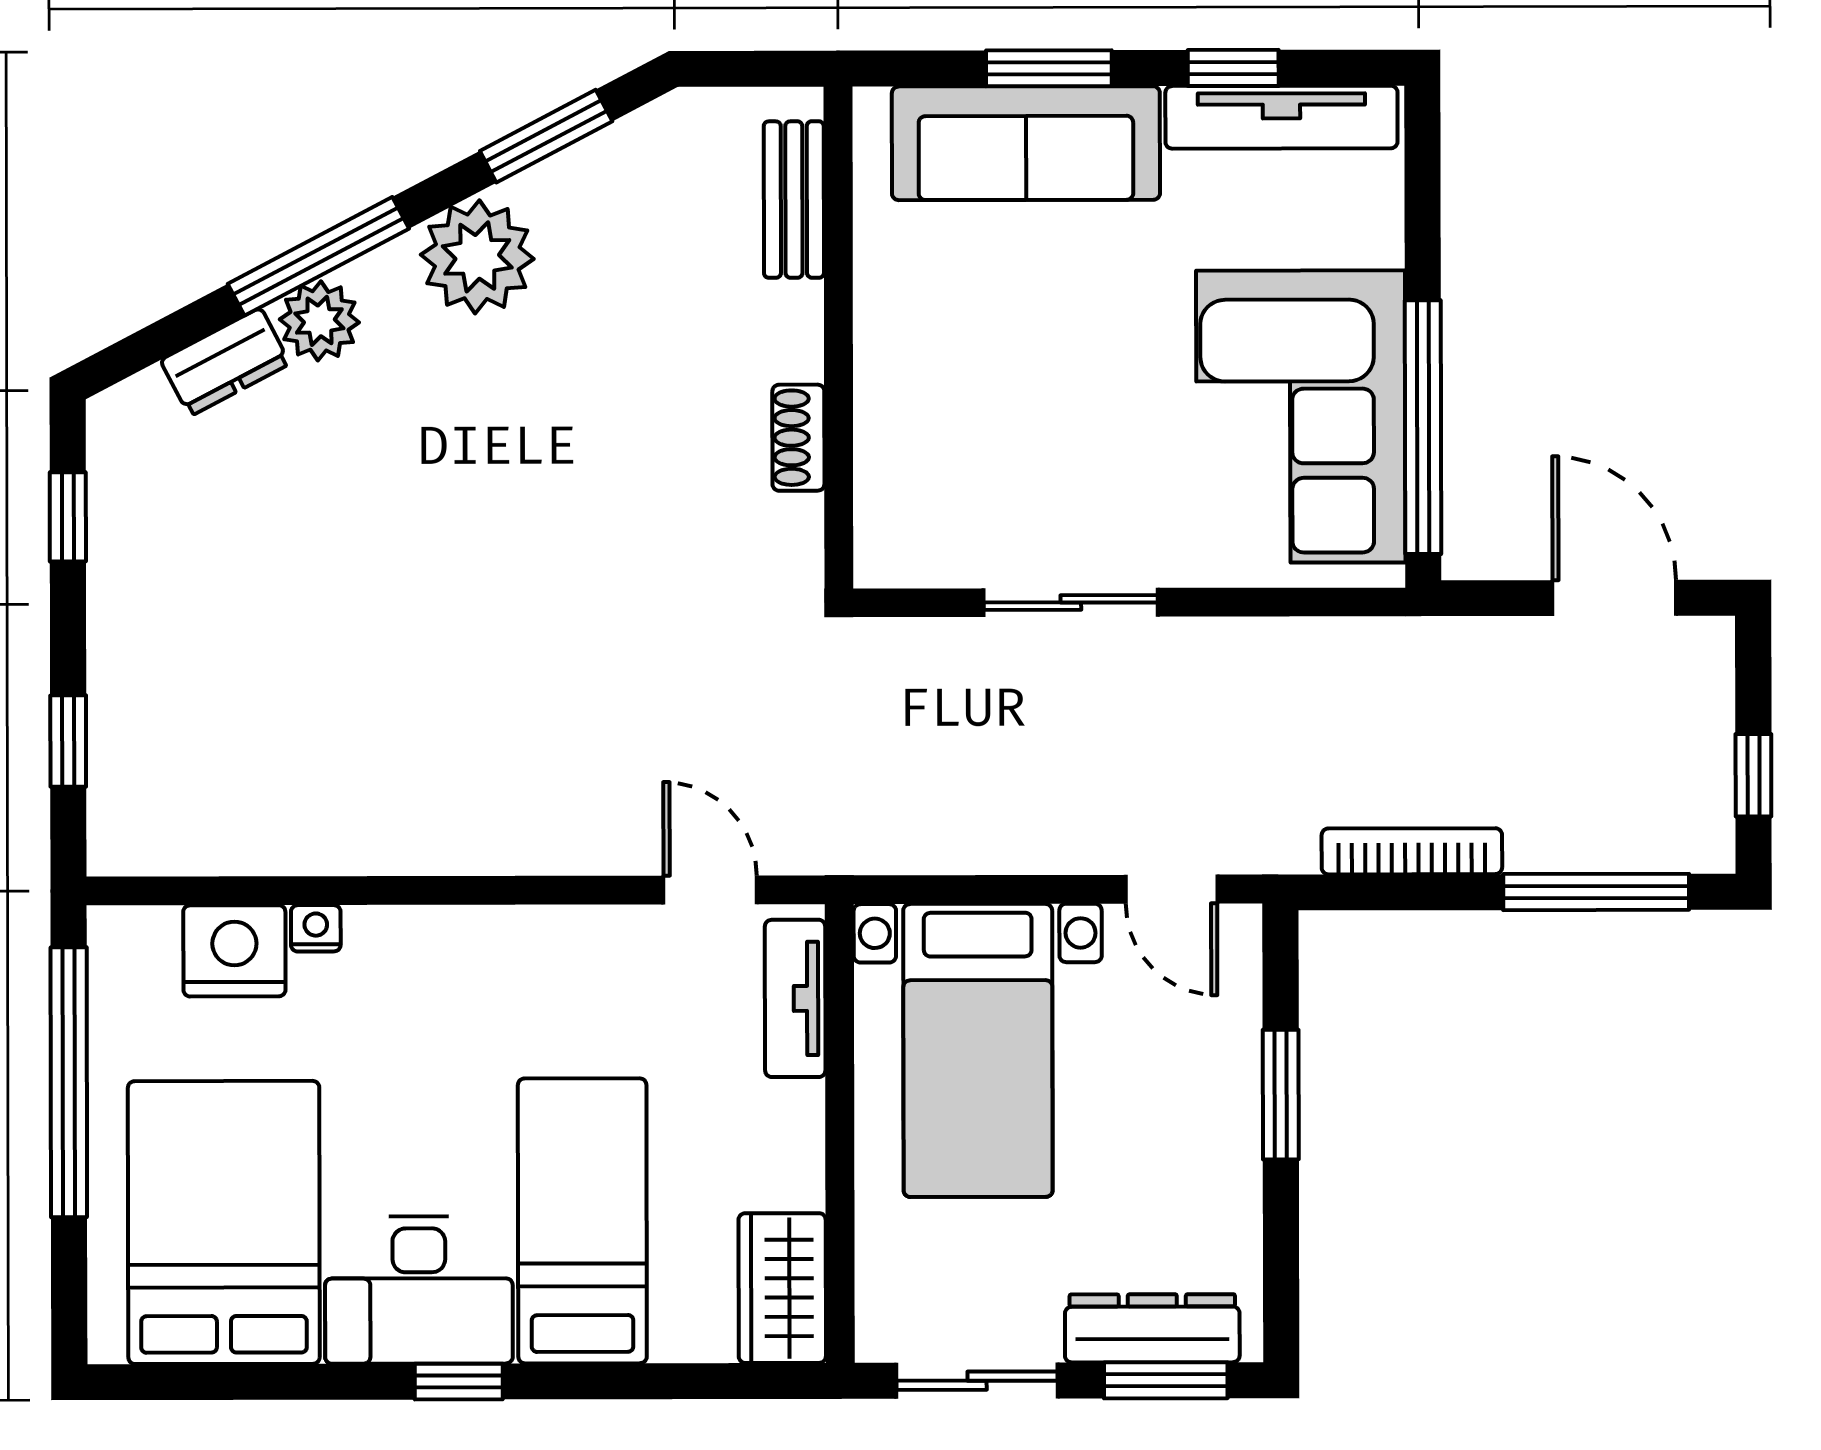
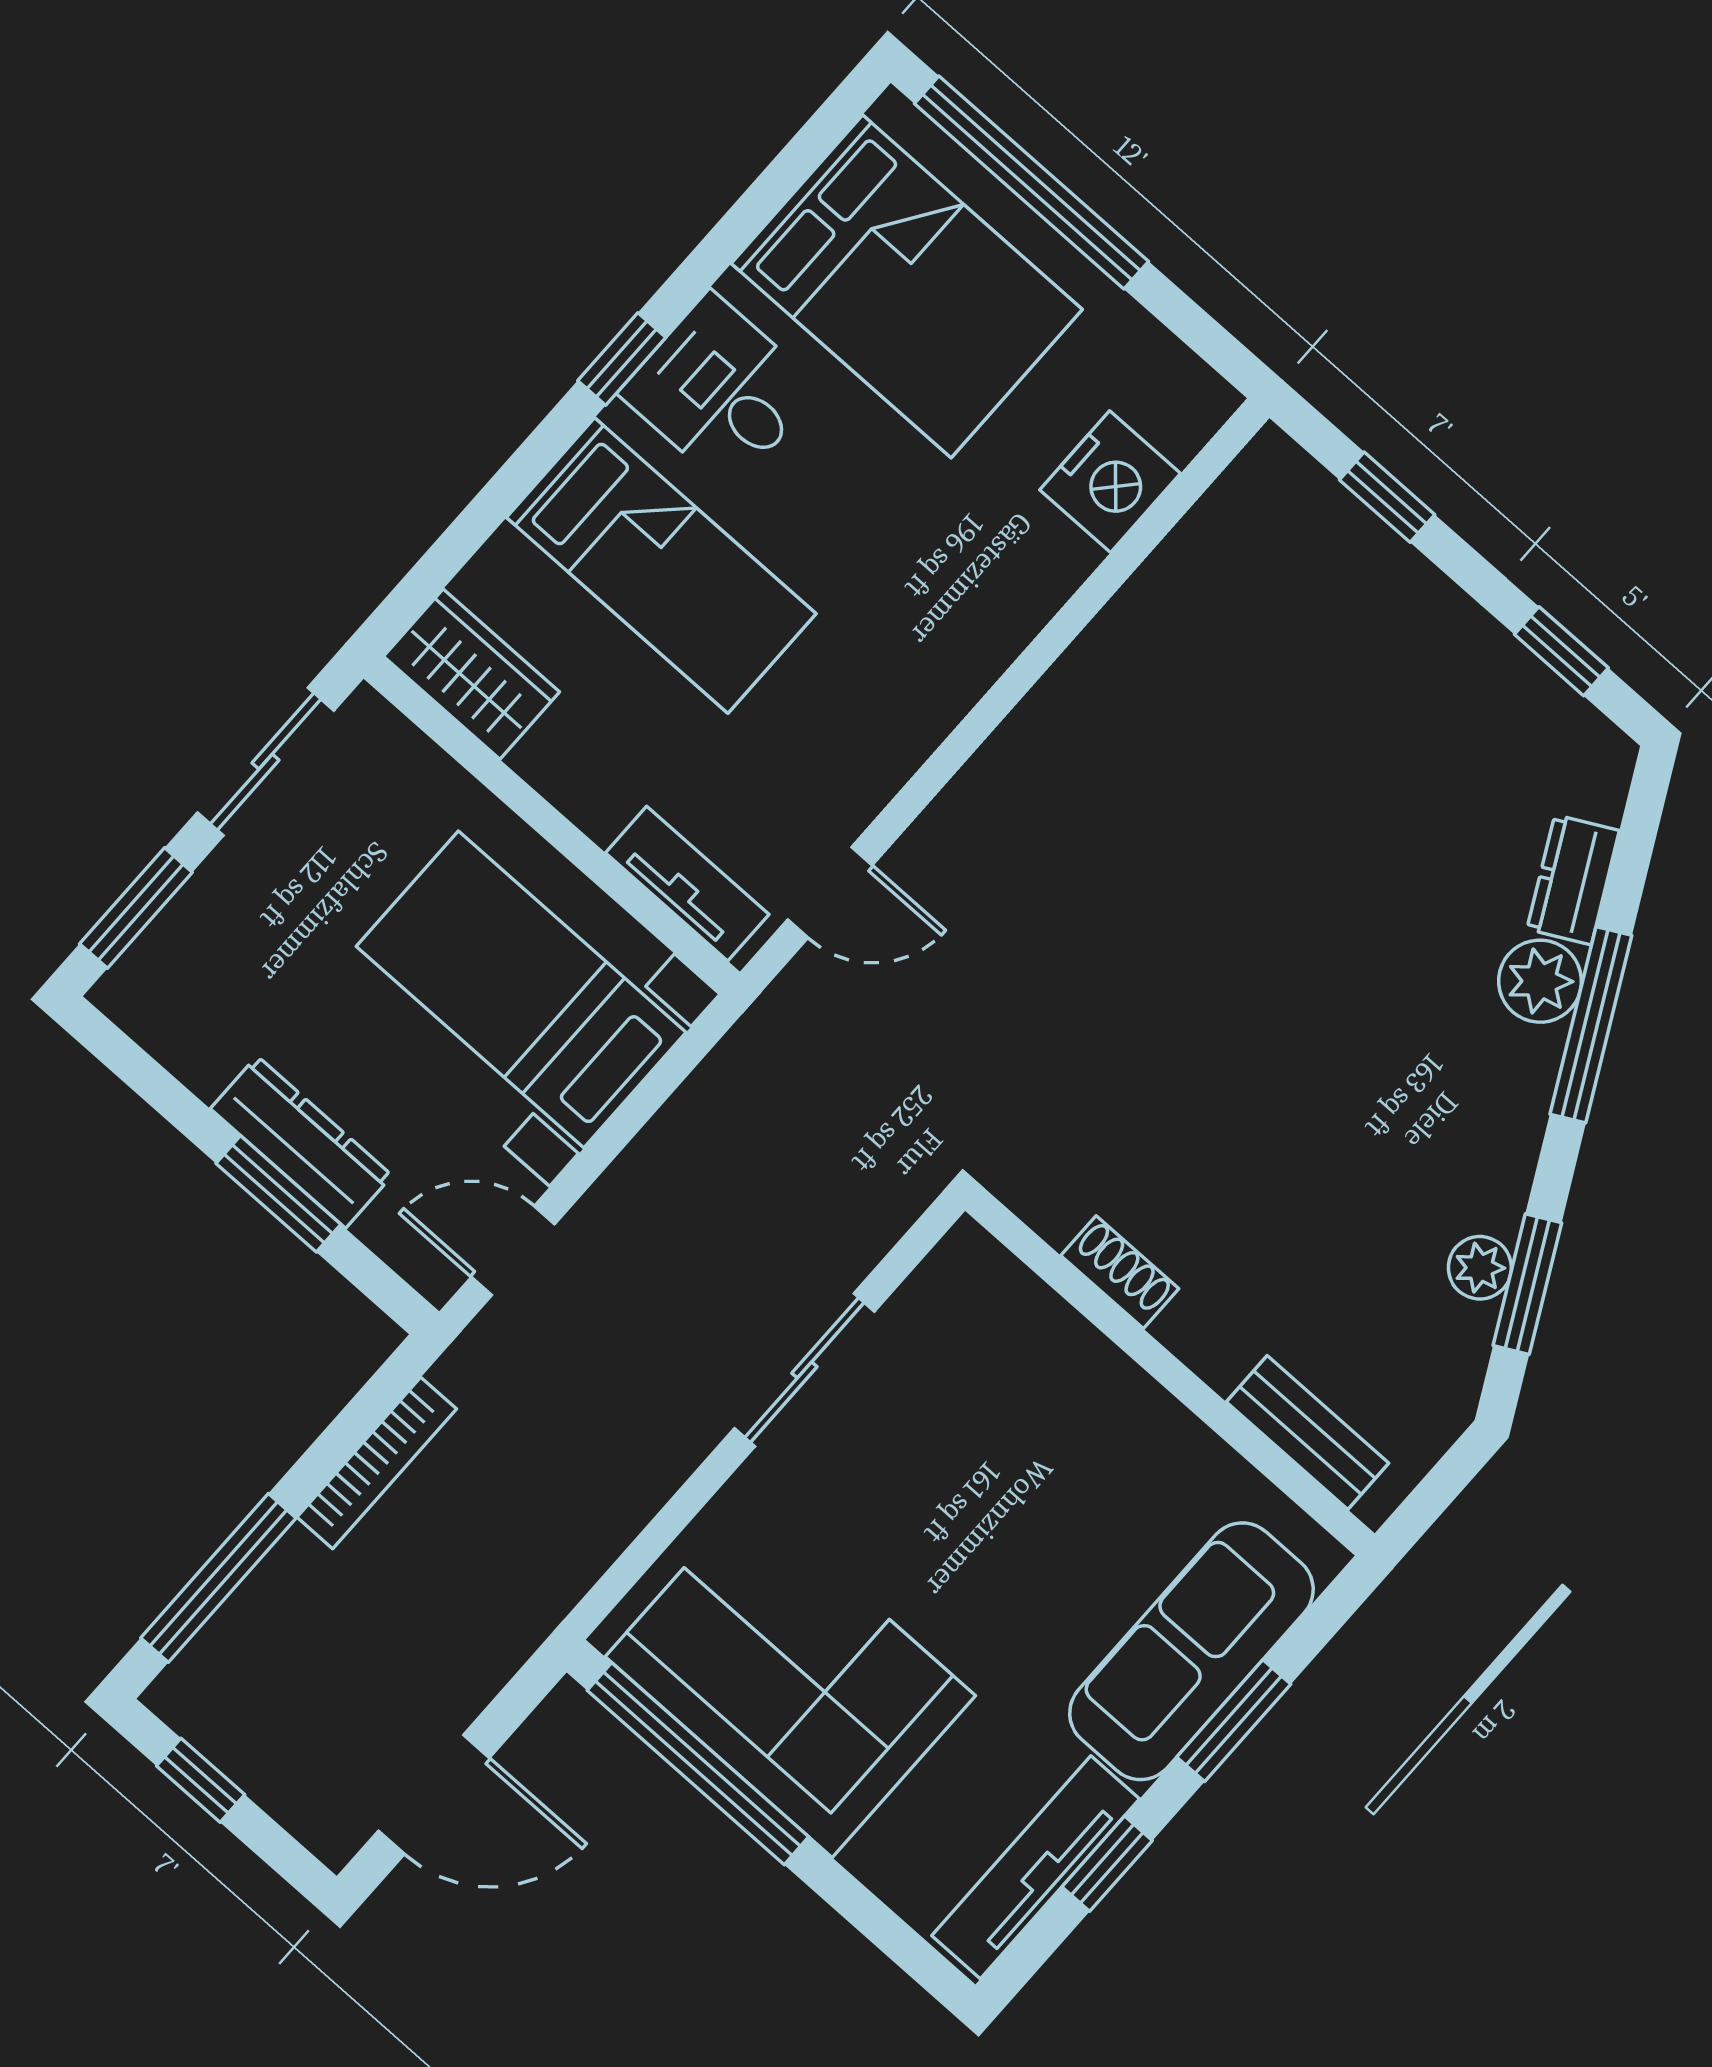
plant: (477, 257) -> (1480, 1268), moved, width x0.53, depth x0.53
nightstand: (316, 928) -> (1072, 560), removed
window: (69, 1082) -> (1031, 182), moved
desk: (419, 1290) -> (720, 391), width x0.73
dresser: (1152, 1328) -> (301, 1142), moved, turned -90

